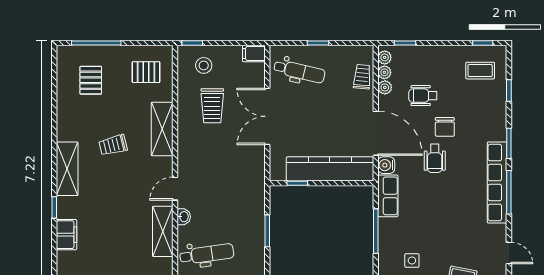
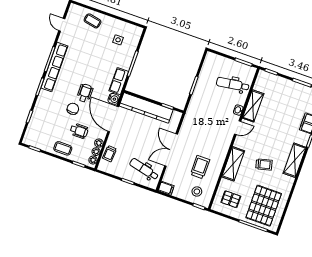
coffee table: (480, 71) -> (63, 148), moved
pallet: (91, 80) -> (264, 206), width x2.05, depth x2.00
double door: (267, 116) -> (171, 150), swing flipped

